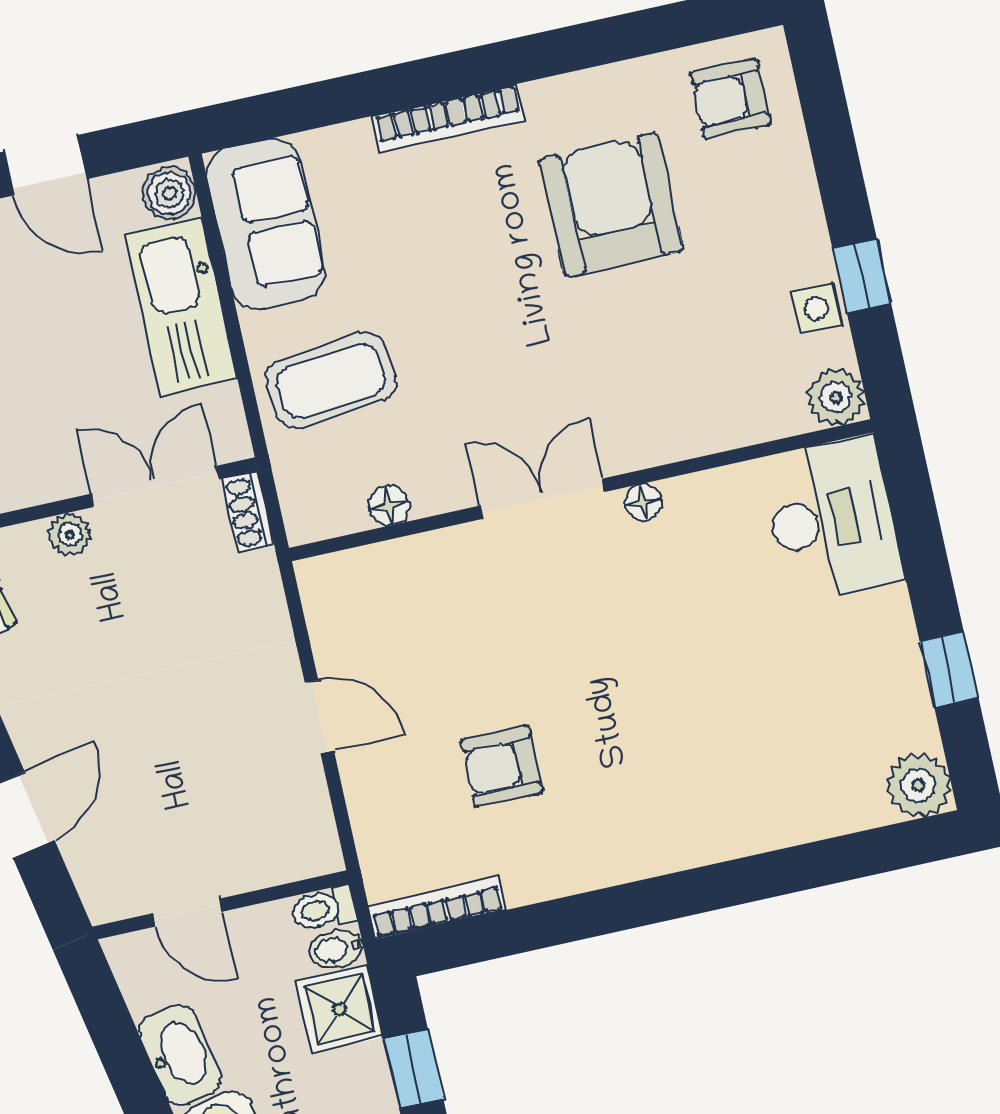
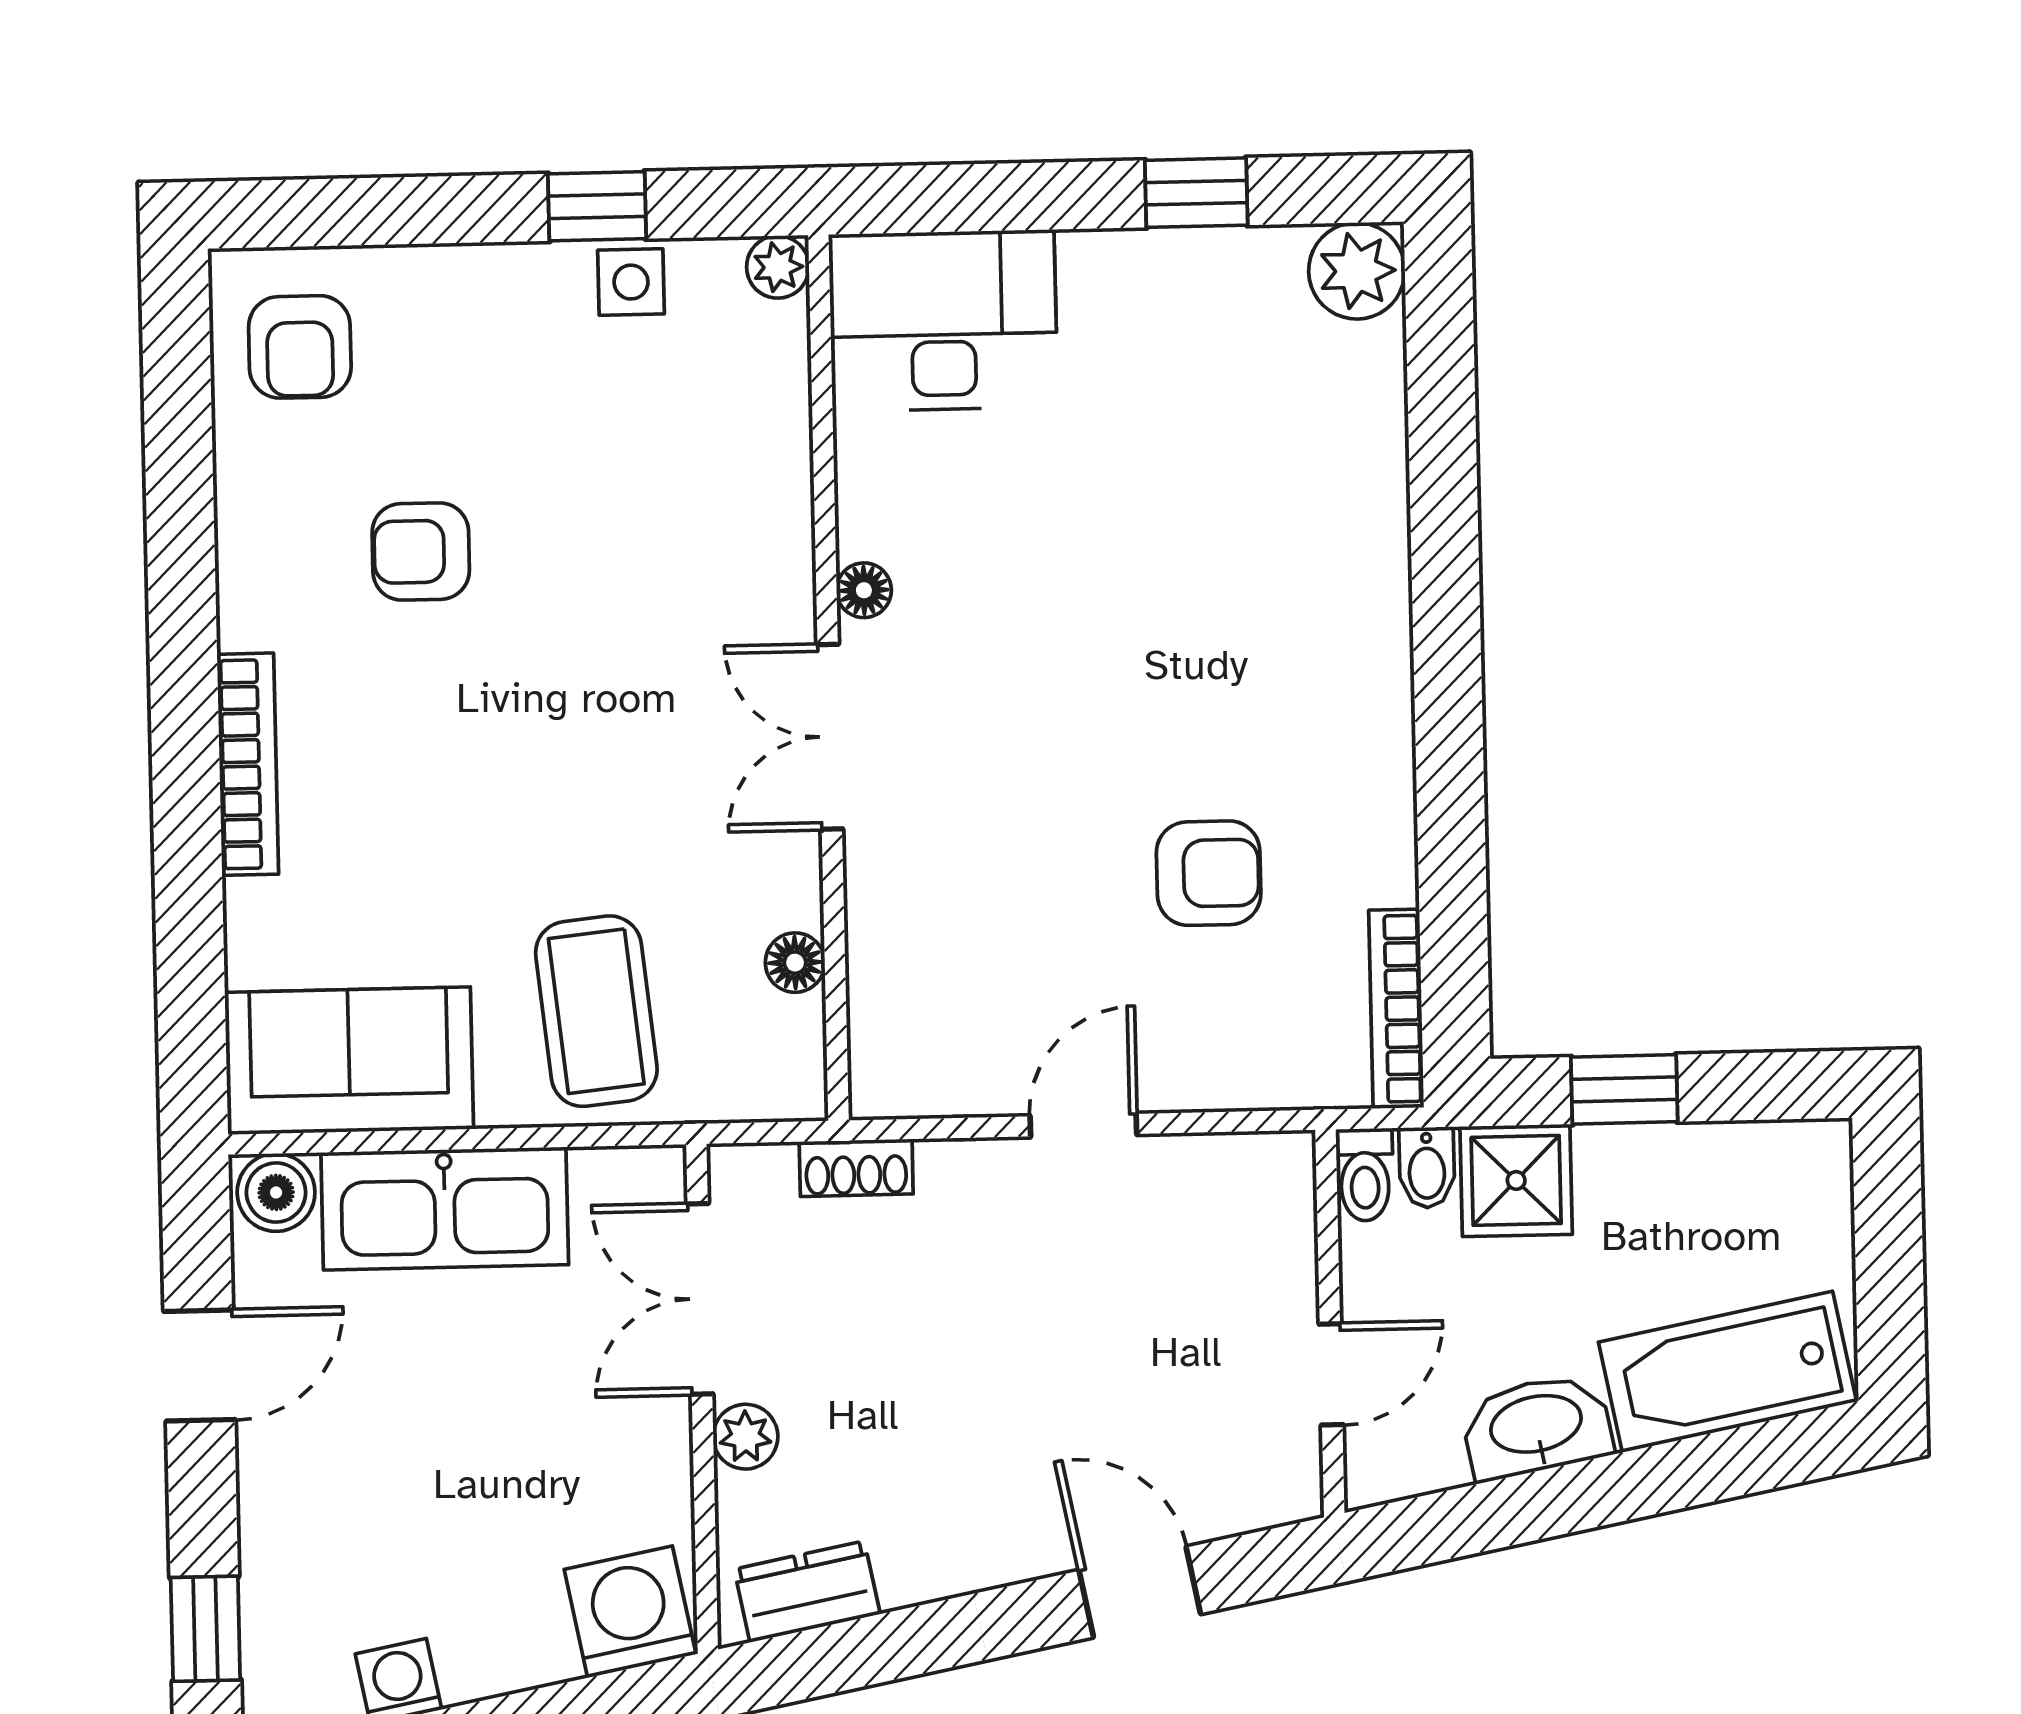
armchair: (611, 205) -> (421, 552), width x0.53, depth x0.53
plant: (836, 397) -> (778, 267), width x0.73, depth x0.73
shoe rack: (248, 512) -> (856, 1168), moved
armchair: (502, 766) -> (1209, 873), turned -90

